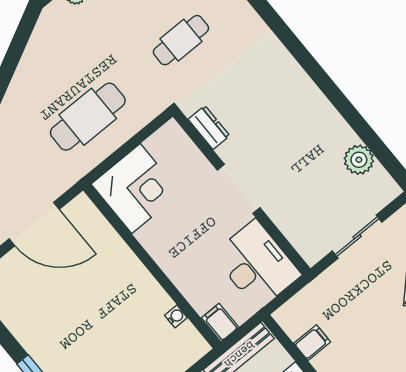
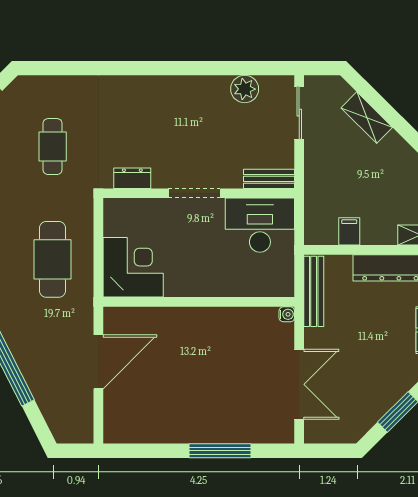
sliding door: (357, 237) -> (299, 113), moved
bench: (301, 241) -> (269, 179), added
water cooler: (176, 316) -> (287, 314), moved, turned 90
filing cabinet: (220, 323) -> (280, 286), removed

